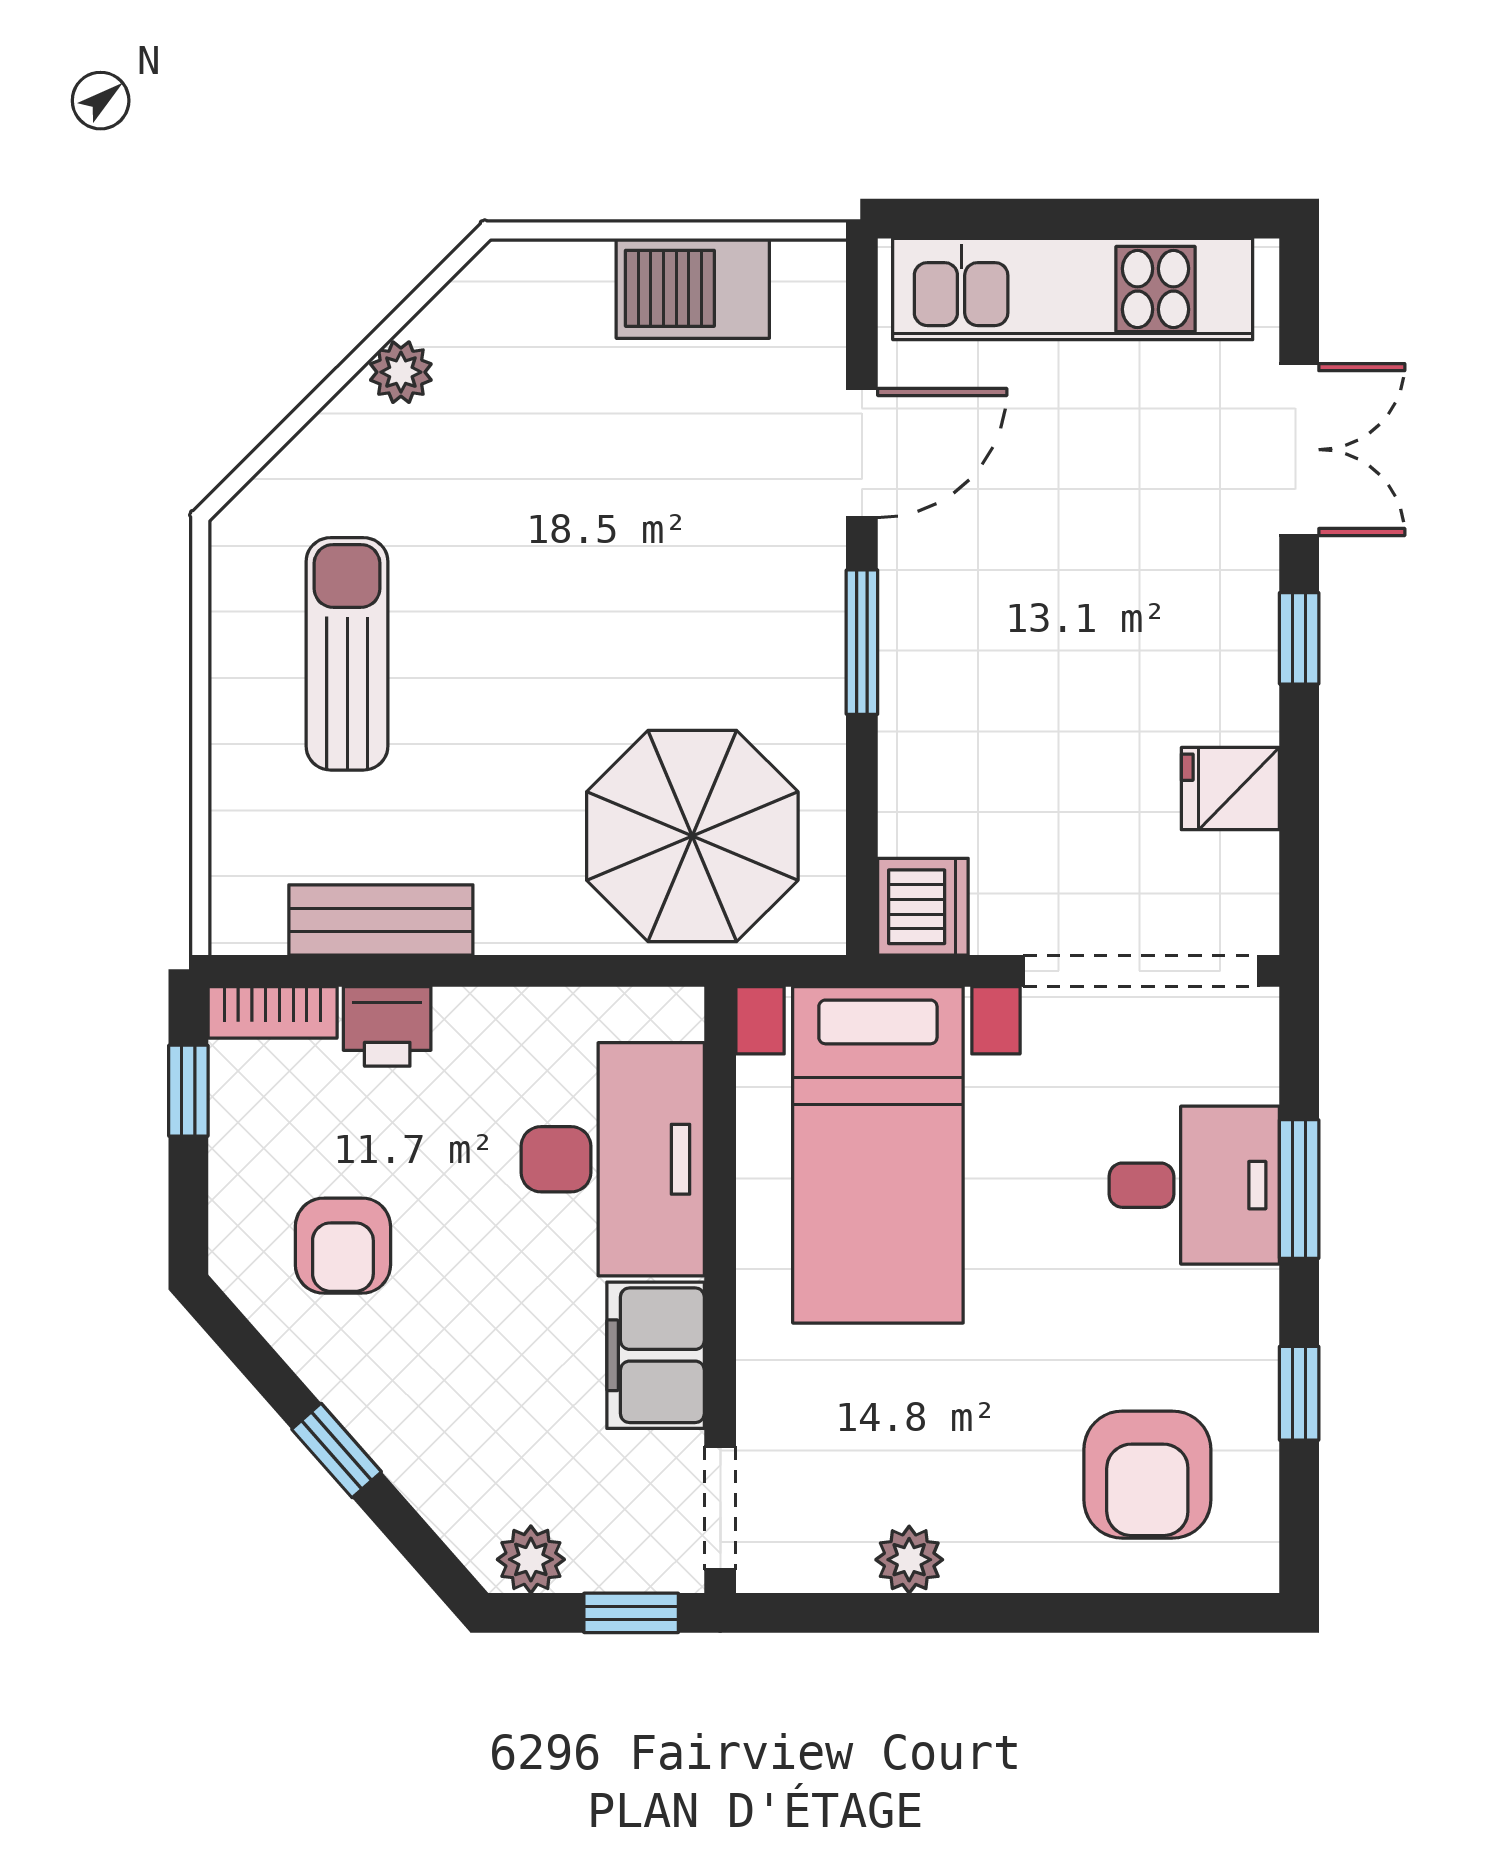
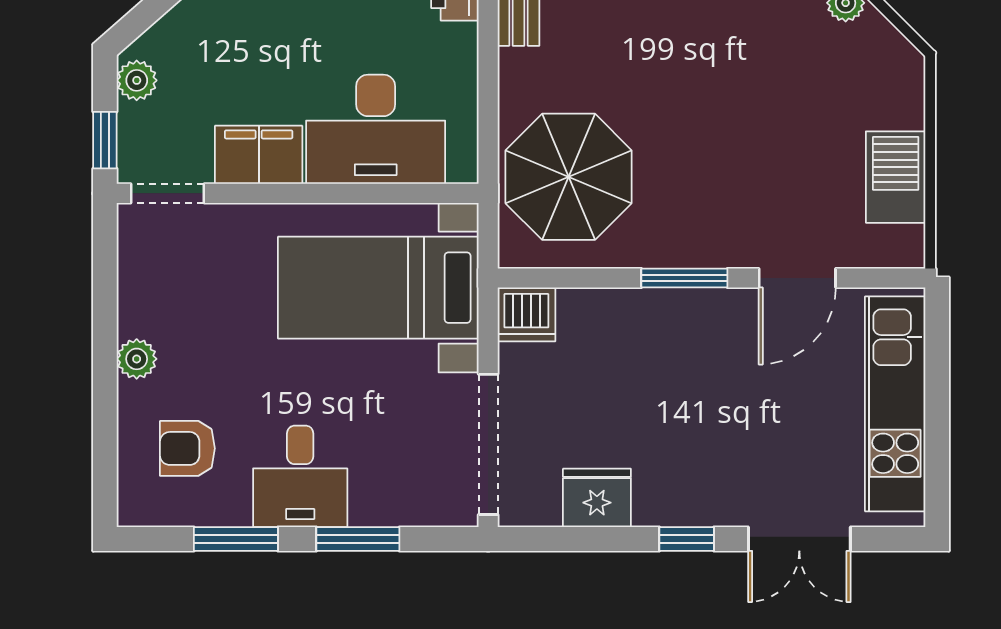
door: (862, 453) -> (797, 278), hinge flipped
fridge: (1230, 789) -> (597, 498), width x1.38
desk: (1194, 1185) -> (300, 476), moved
window: (1299, 1393) -> (236, 539), width x1.50
armchair: (1147, 1475) -> (187, 448), width x0.72, depth x0.72
plant: (909, 1560) -> (137, 359), moved

